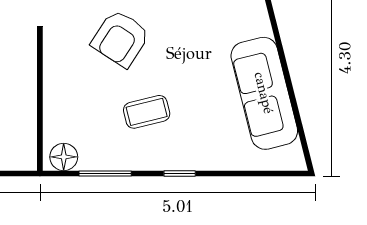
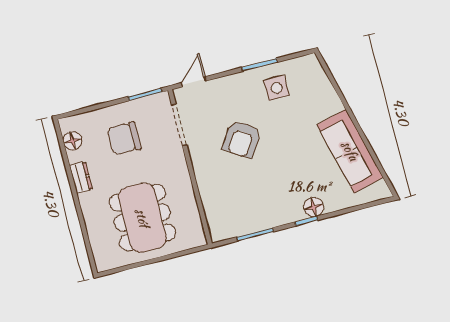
coffee table: (147, 112) -> (273, 185), removed
floor lamp: (64, 157) -> (314, 207), moved

